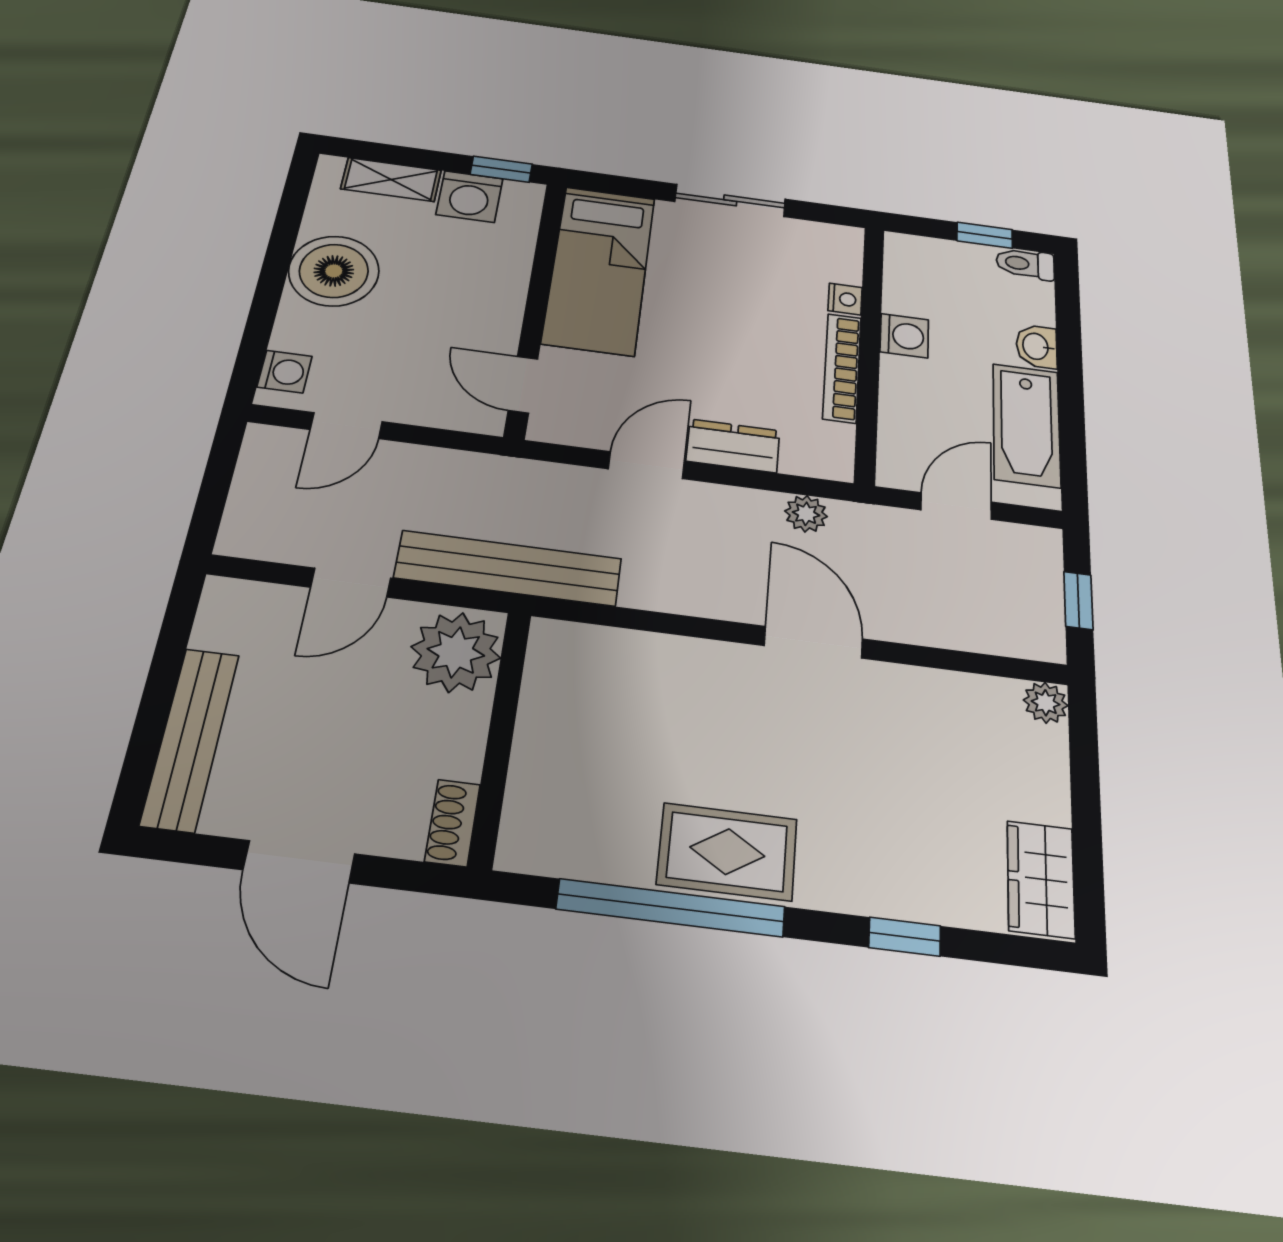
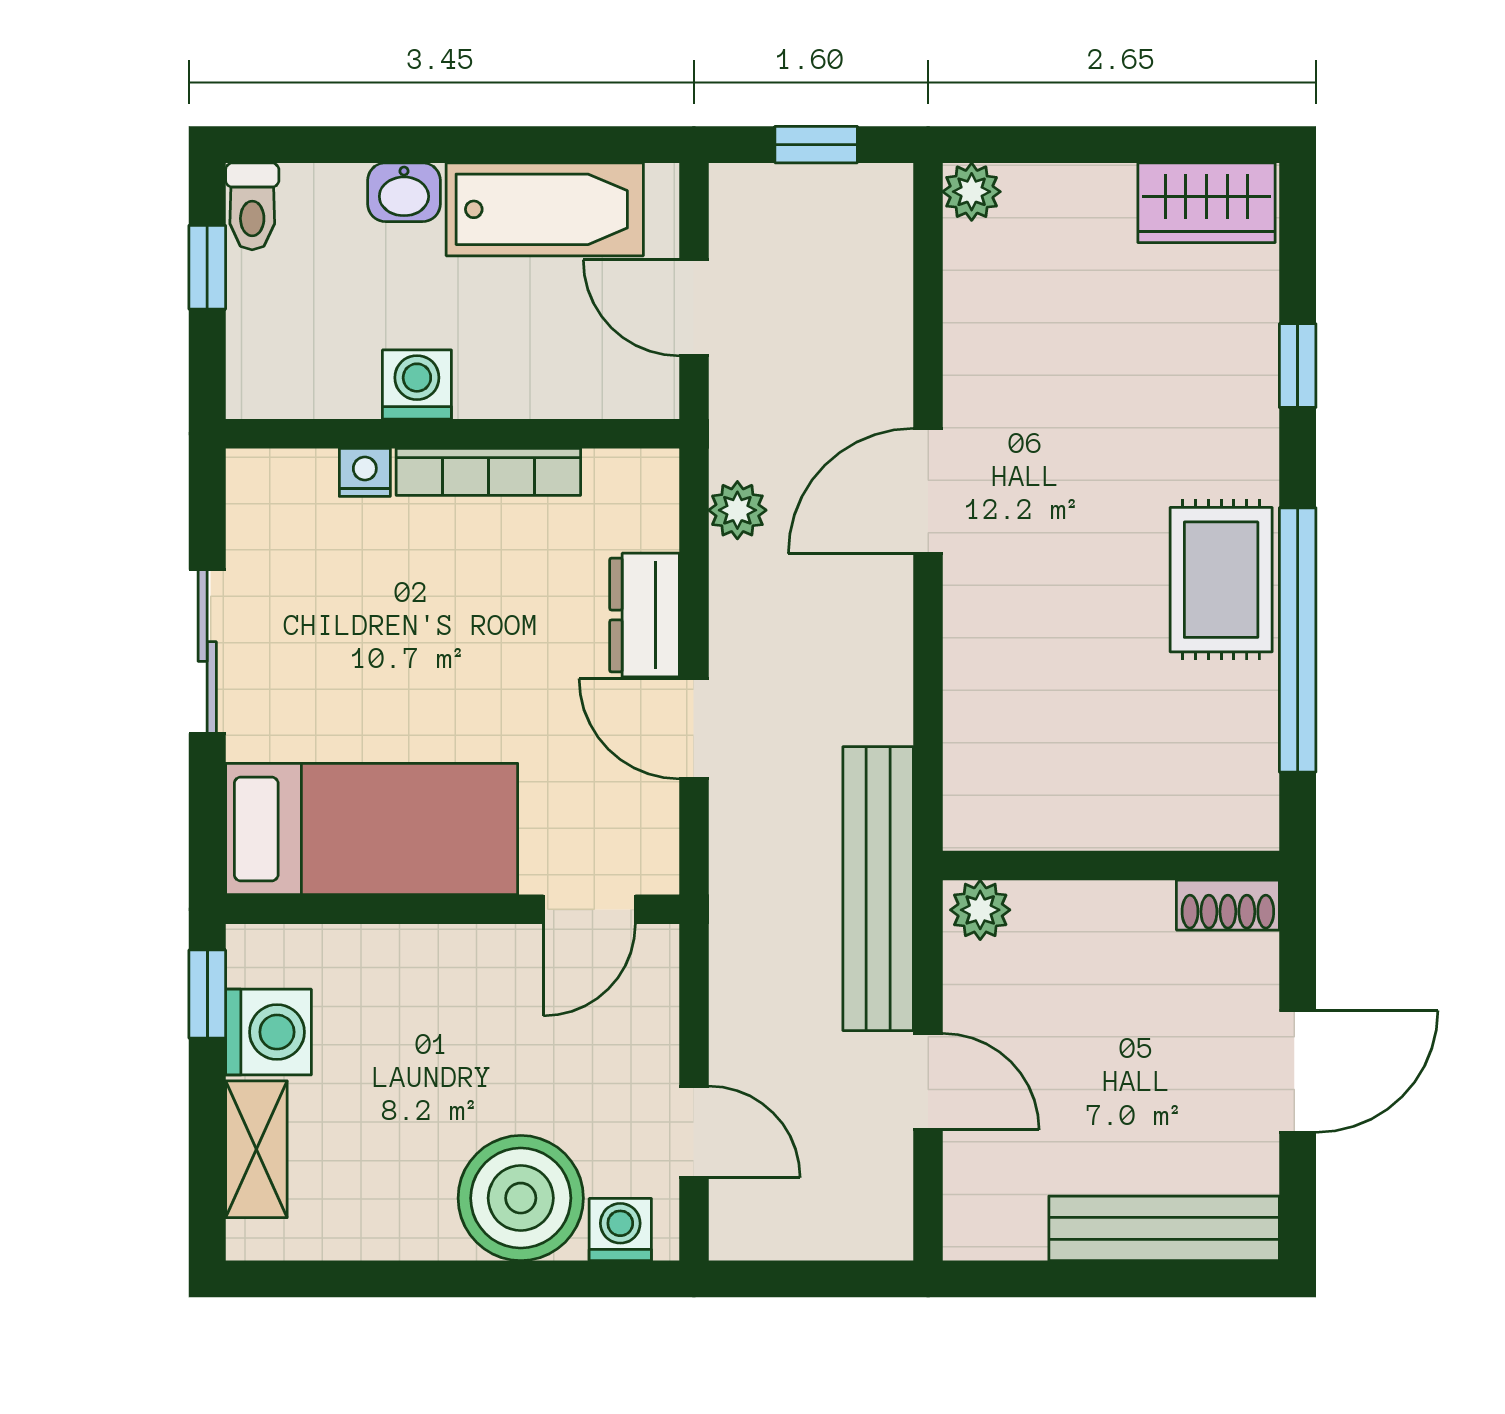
boiler: (334, 271) -> (521, 1198), moved
plant: (456, 652) -> (980, 910), width x0.53, depth x0.53

